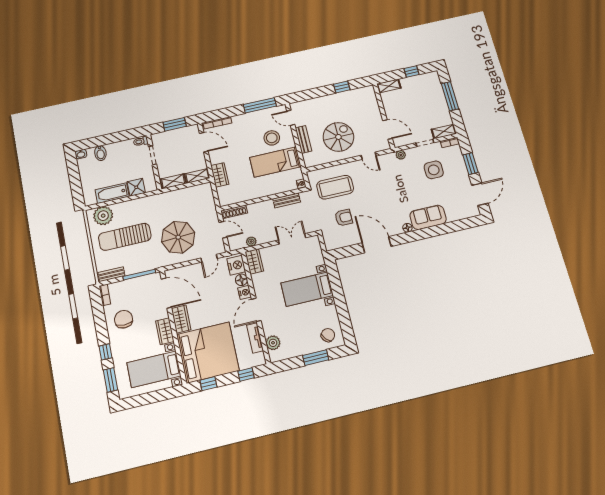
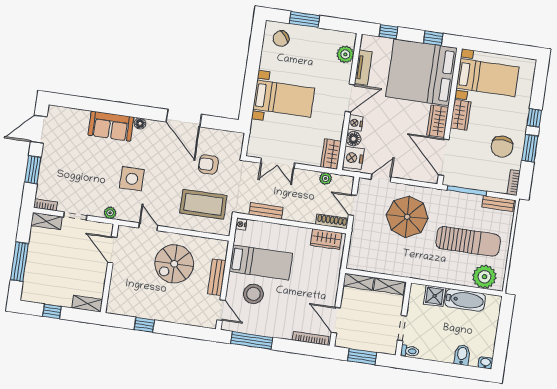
side table: (434, 170) -> (132, 179), moved
wardrobe: (220, 175) -> (326, 239), moved, turned -90
window: (110, 380) -> (530, 148), moved

